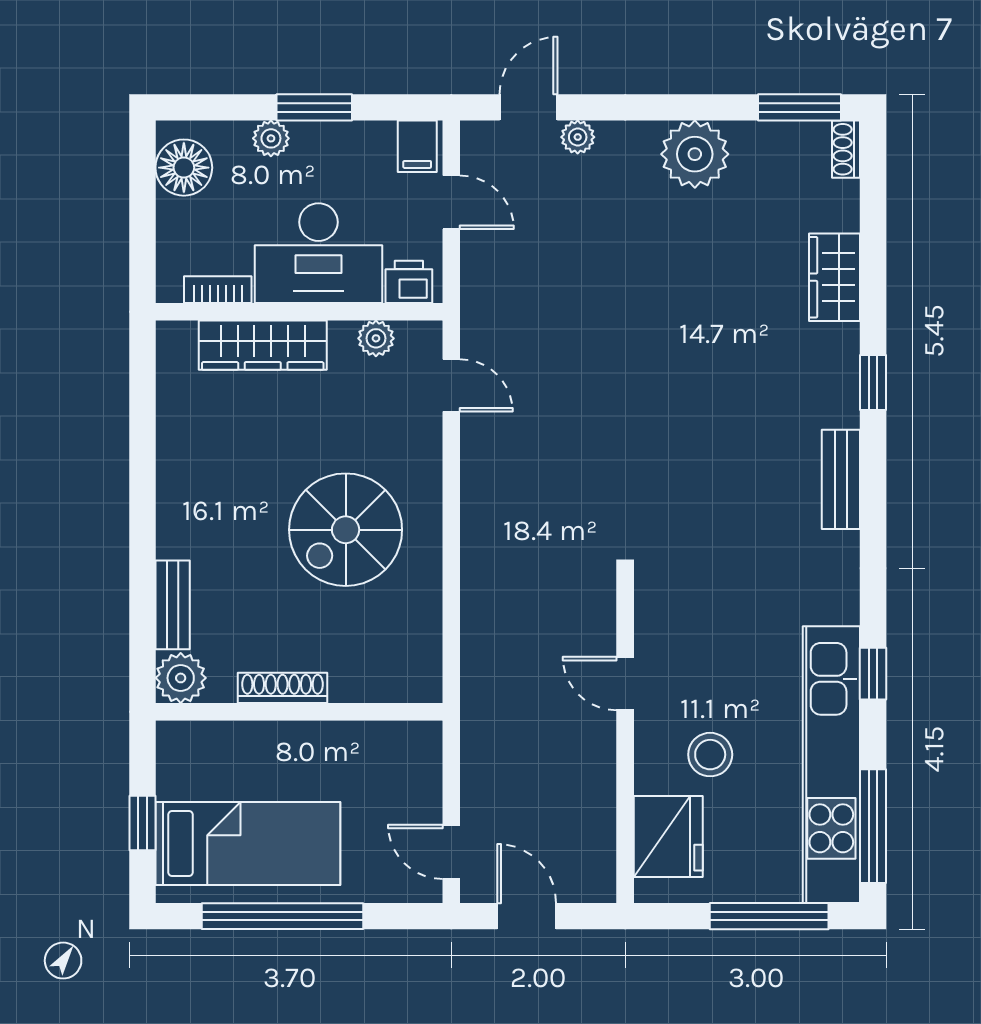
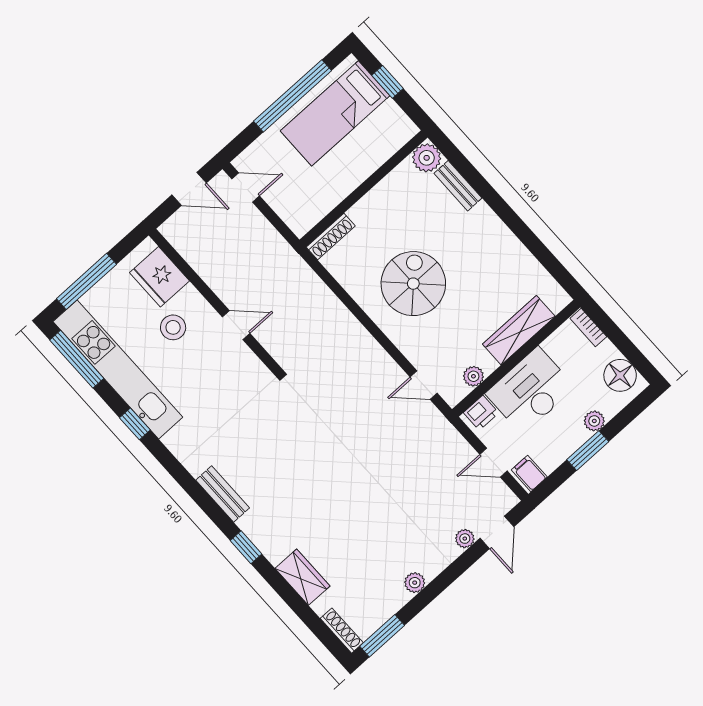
shoe rack: (846, 149) -> (342, 631), width x1.43
plant: (695, 154) -> (415, 583), width x0.53, depth x0.53
bookcase: (218, 290) -> (588, 327), moved, turned 90
shoe rack: (283, 688) -> (331, 237), moved

